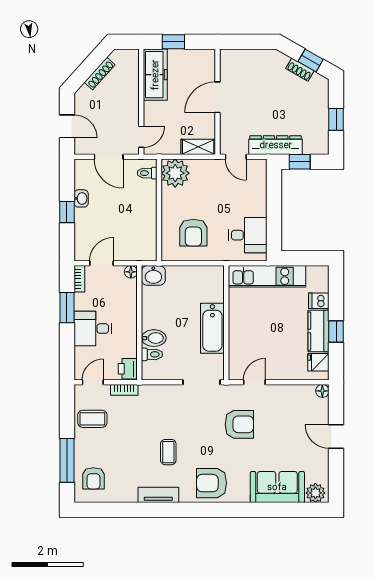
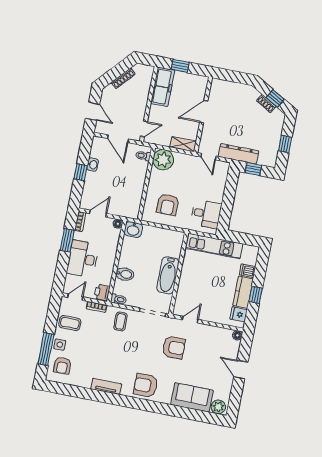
desk: (93, 329) -> (83, 259), width x1.37
toilet: (152, 354) -> (119, 299), moved
side table: (84, 451) -> (60, 345), added
coffee table: (168, 452) -> (120, 321), moved

